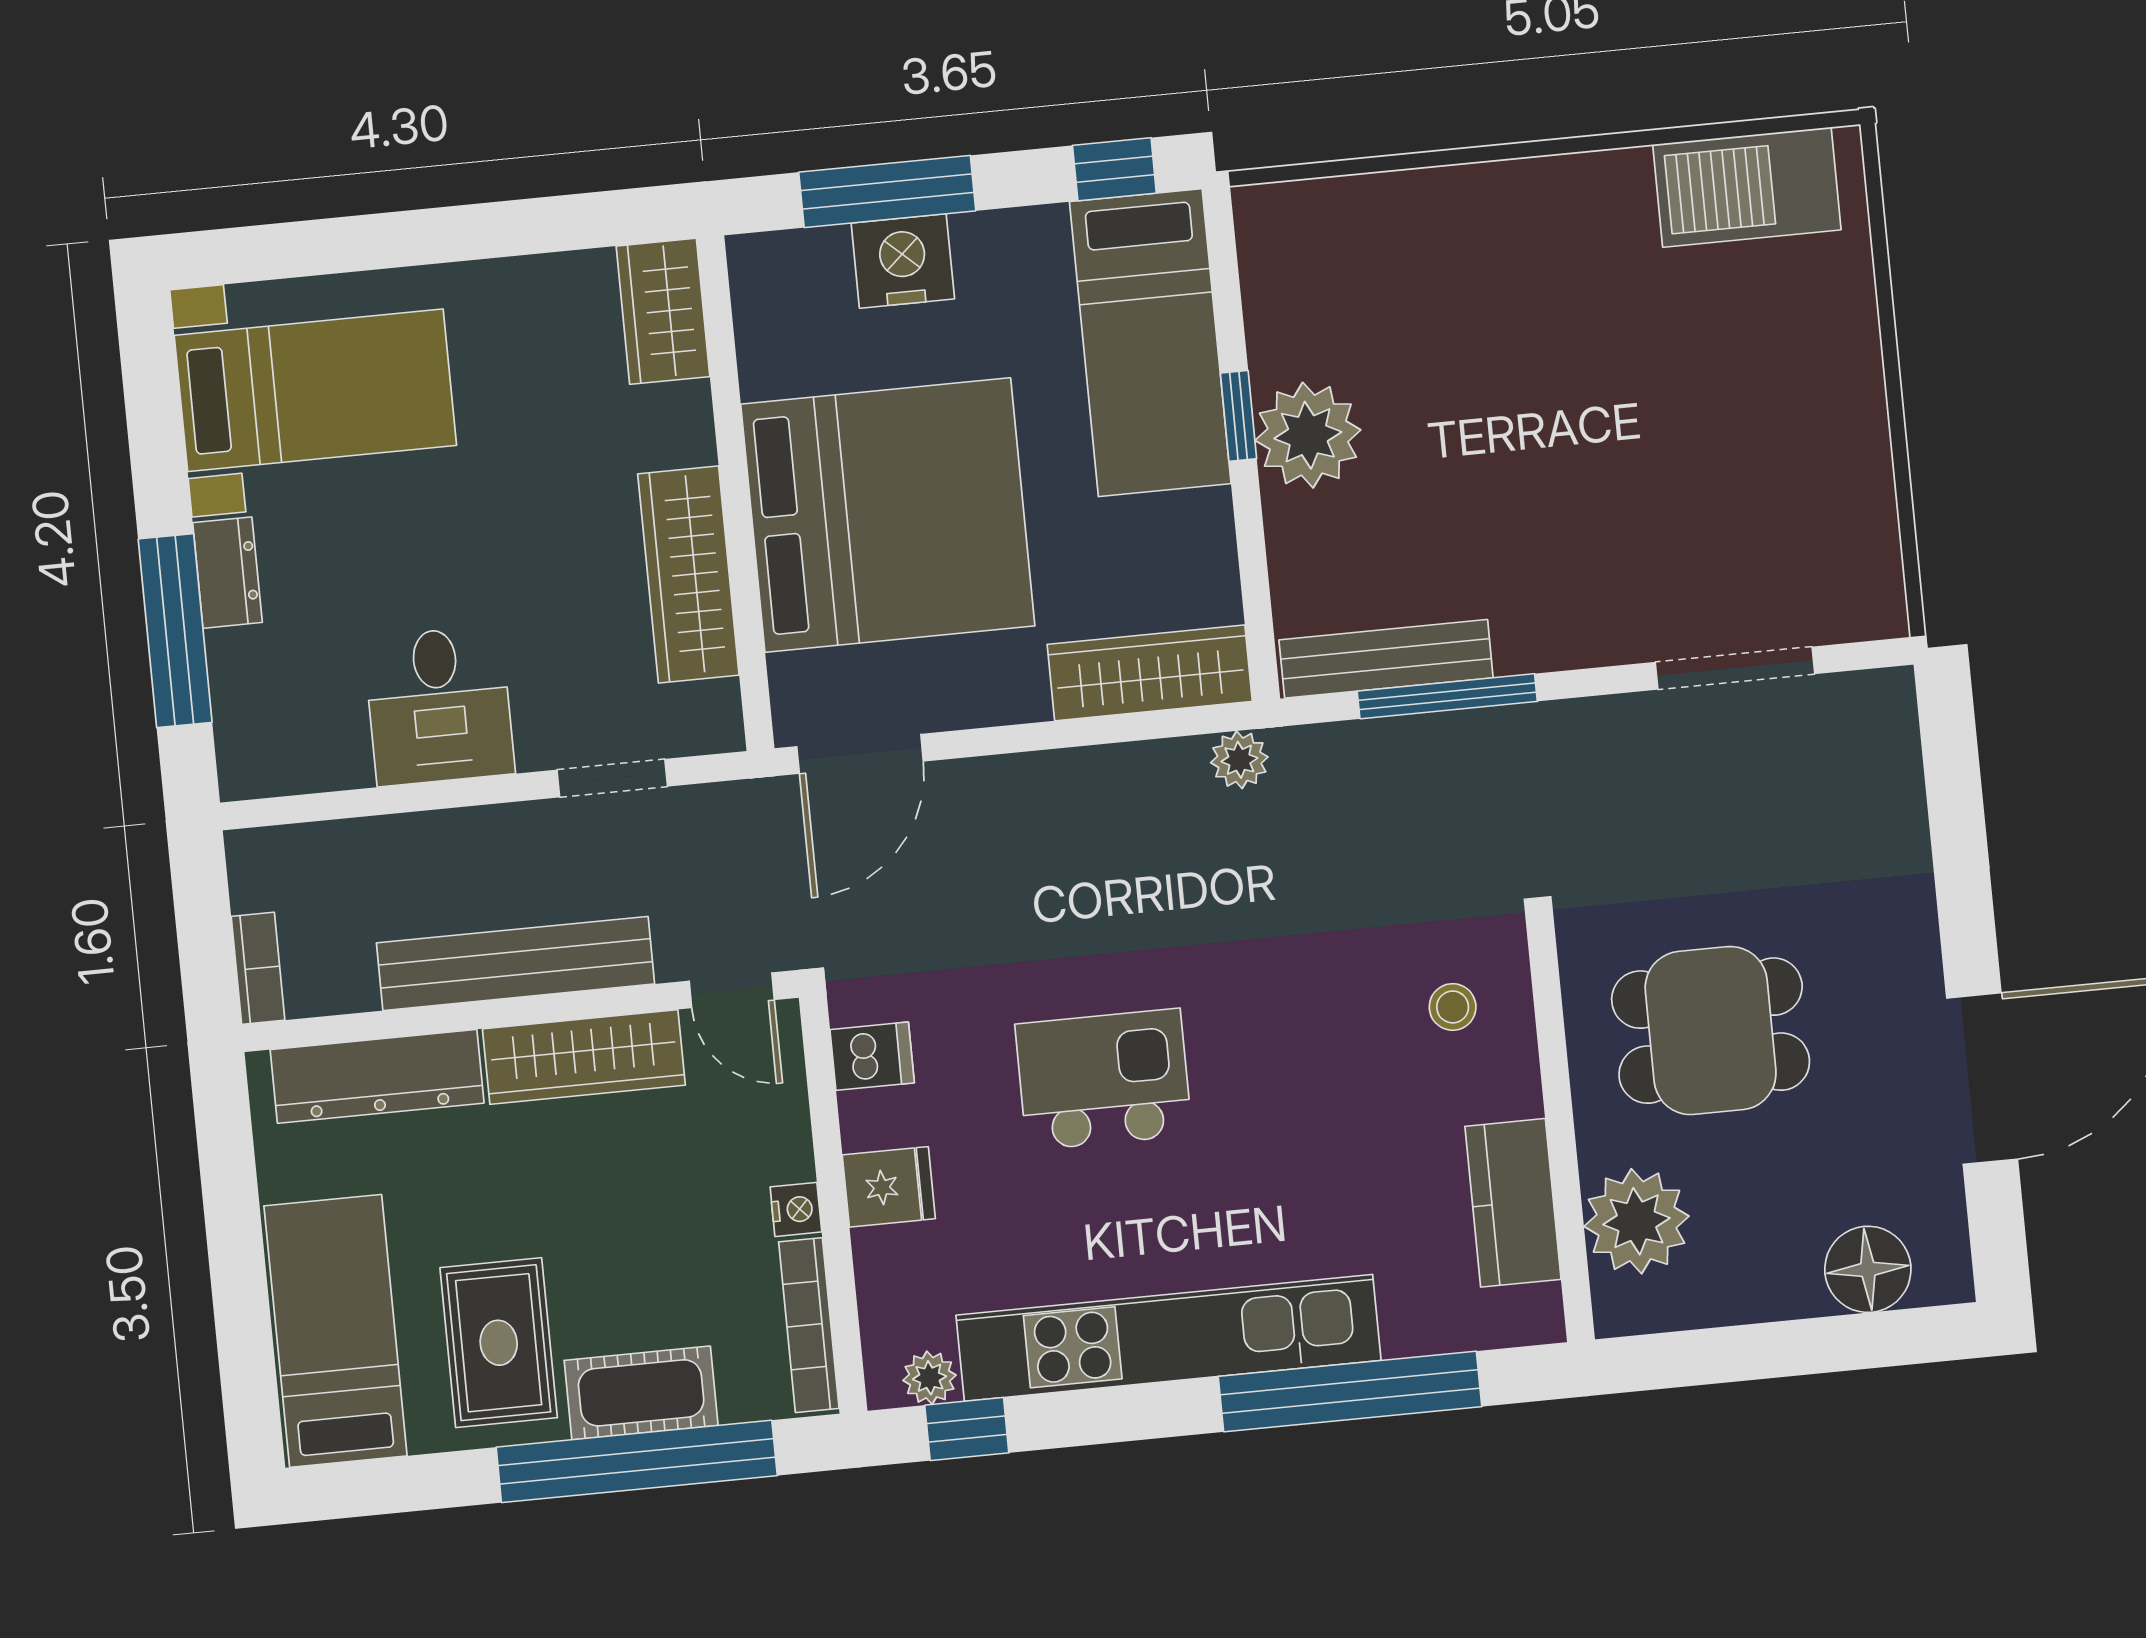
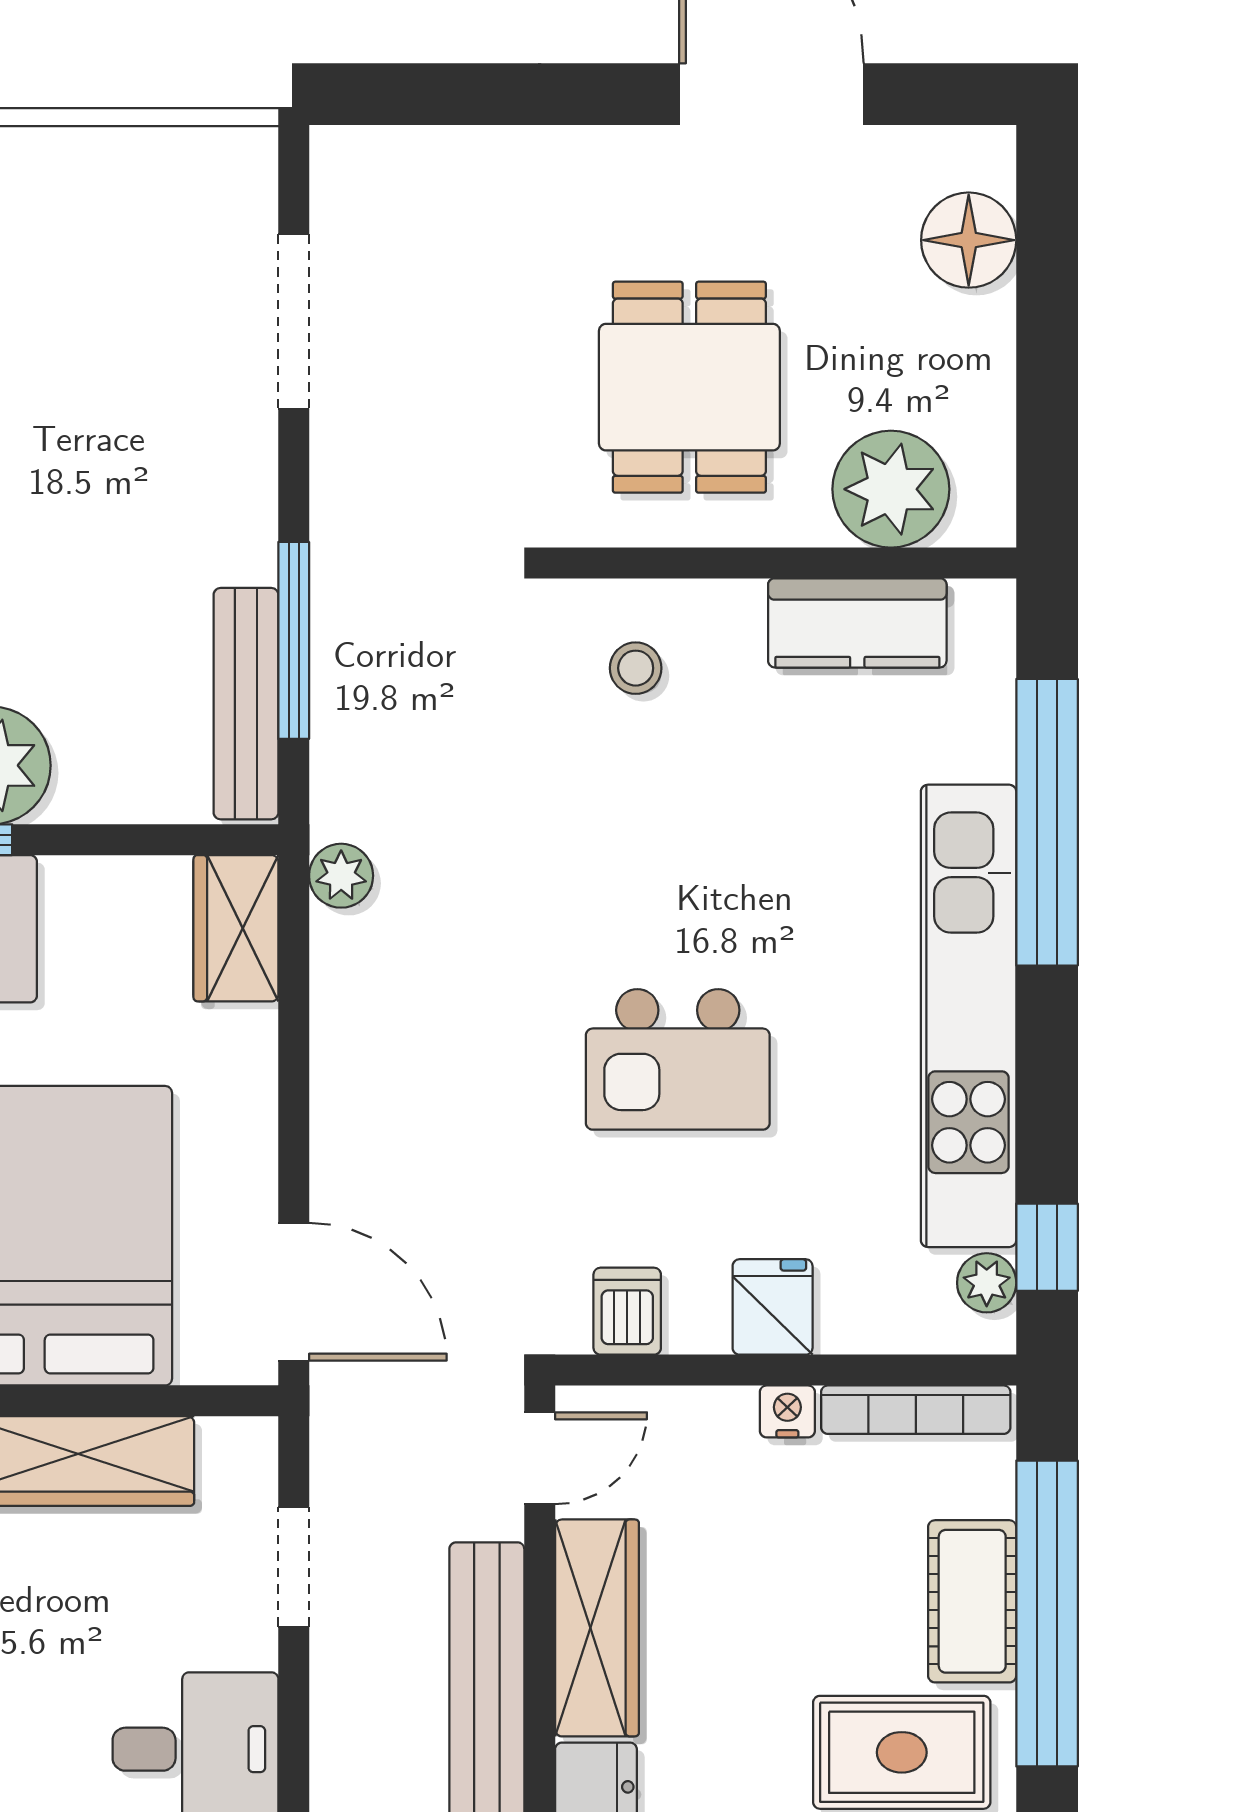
wardrobe: (1150, 673) -> (236, 928), width x0.67
kitchen island: (1104, 1080) -> (678, 1059), turned -90

